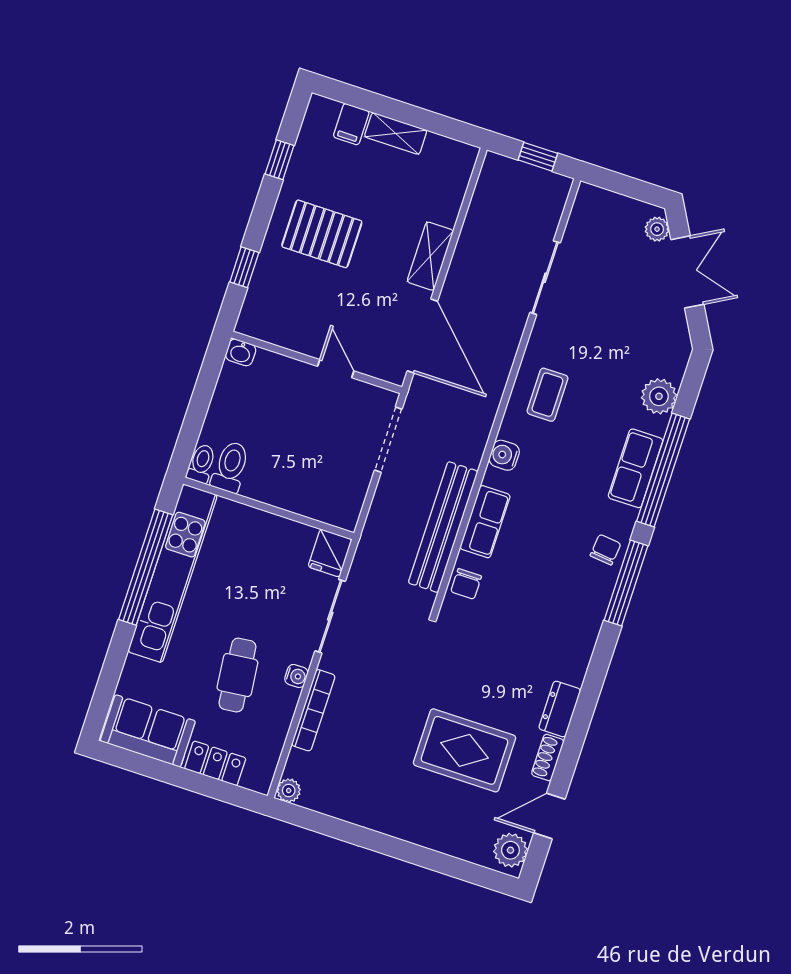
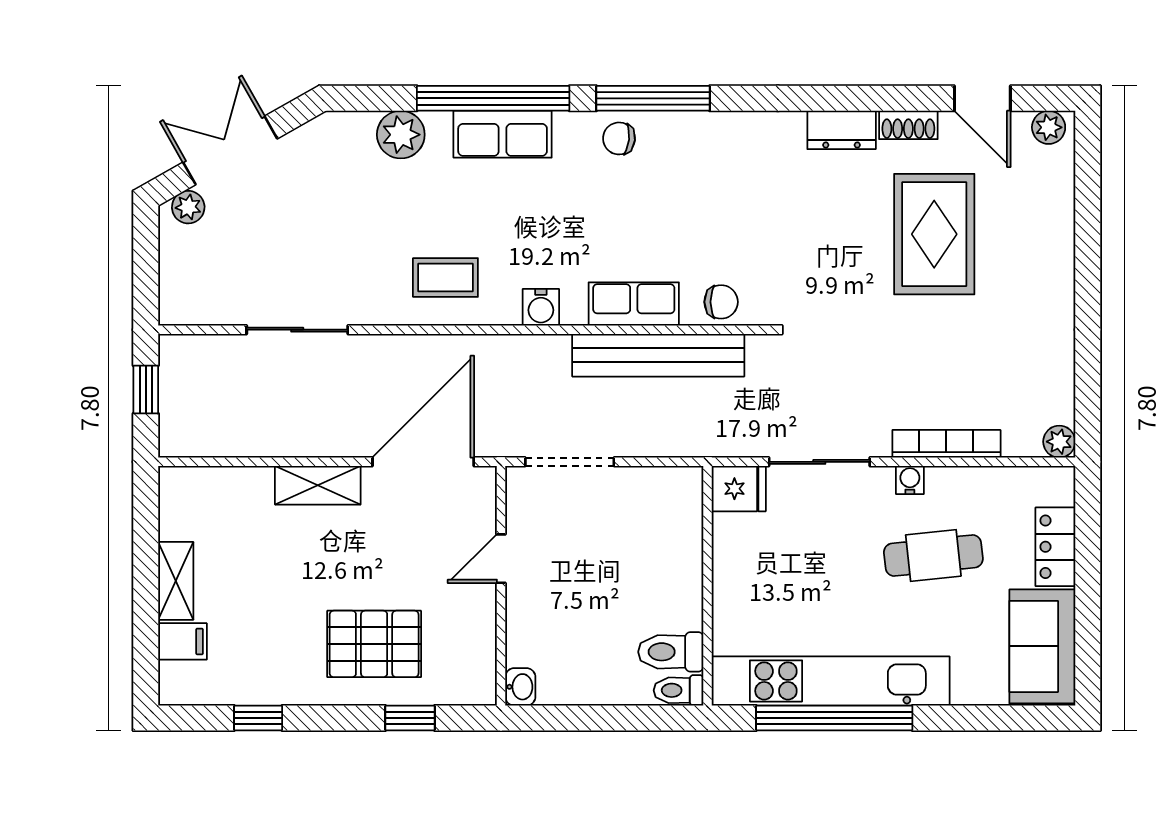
pallet: (322, 234) -> (374, 644), moved, turned 90
plant: (510, 850) -> (1049, 127), width x0.73, depth x0.73

